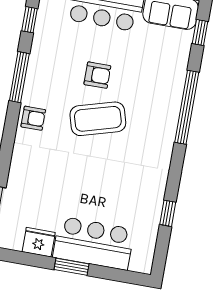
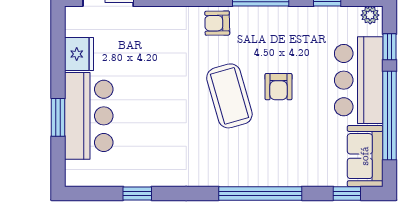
armchair: (33, 118) -> (217, 23), turned 89
window: (72, 267) -> (58, 117), moved

